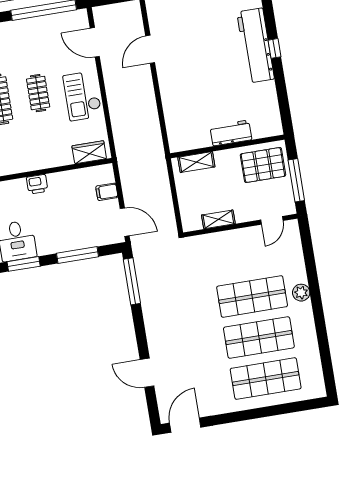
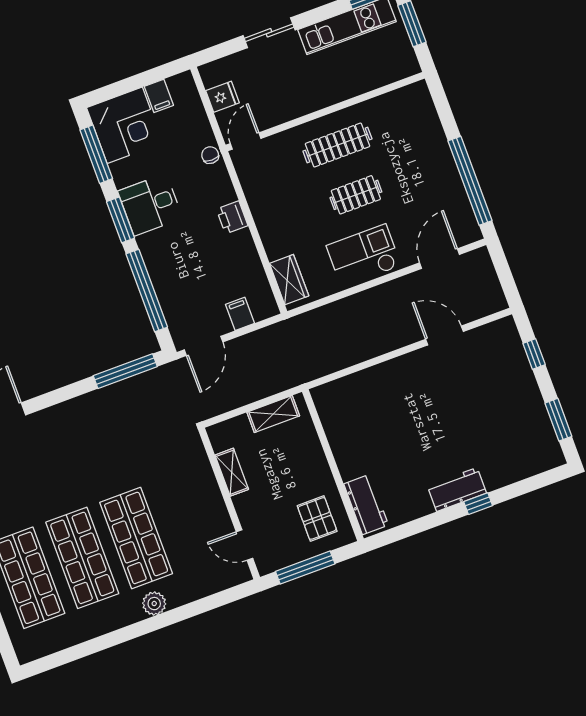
workbench: (256, 45) -> (457, 489), width x0.53, depth x0.76
workbench: (231, 133) -> (366, 504), moved
shelving: (196, 162) -> (273, 414), moved, turned 90
pallet: (263, 165) -> (317, 518), width x0.67, depth x0.71
window: (78, 255) -> (147, 291), width x1.46

